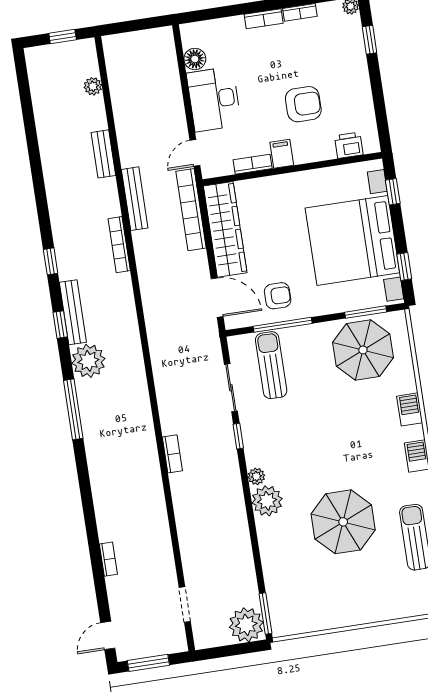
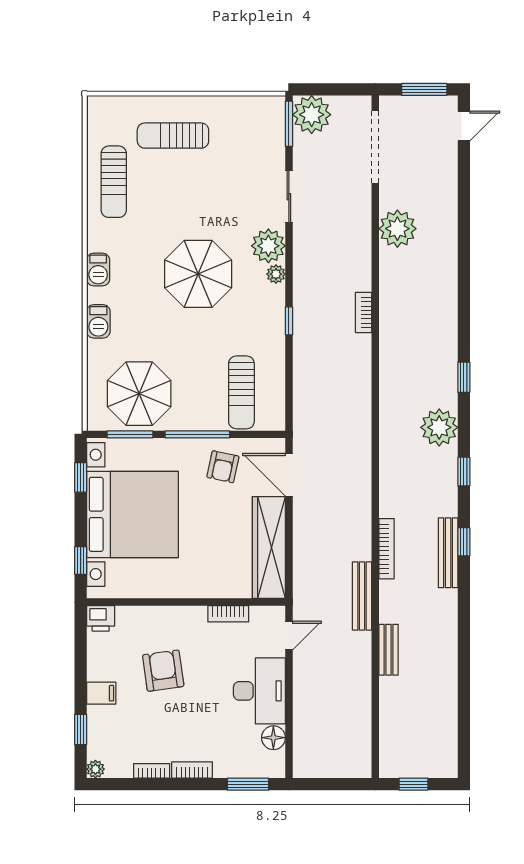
window: (211, 14) -> (248, 784), added
plant: (93, 86) -> (397, 229), moved, width x1.87, depth x1.87
armchair: (303, 104) -> (163, 671), turned 82
printer: (349, 145) -> (101, 618), moved
filing cabinet: (282, 154) -> (101, 693), moved, turned -90
bookcase: (191, 210) -> (303, 575), removed
armchair: (278, 296) -> (223, 467), turned -78
bench: (73, 312) -> (448, 553), moved
window: (283, 325) -> (197, 434), moved
sliding door: (231, 388) -> (289, 197), moved
window: (73, 409) -> (464, 377), width x0.46
parasol: (343, 522) -> (198, 274), moved
bookcase: (108, 559) -> (451, 209), removed
sun lounger: (368, 587) -> (173, 136), added
doorway: (185, 604) -> (375, 147), width x1.88

